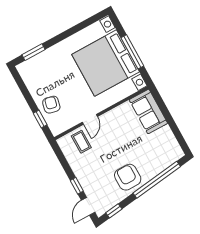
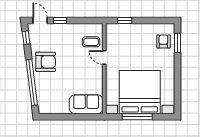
armchair: (51, 105) -> (163, 41), moved, turned -103

